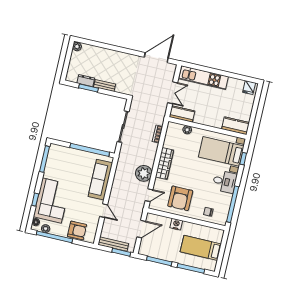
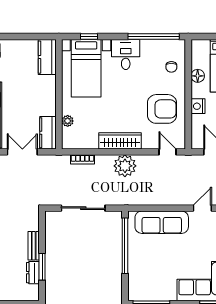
plant: (144, 173) -> (125, 166), moved
floor lamp: (198, 229) -> (198, 76), added

